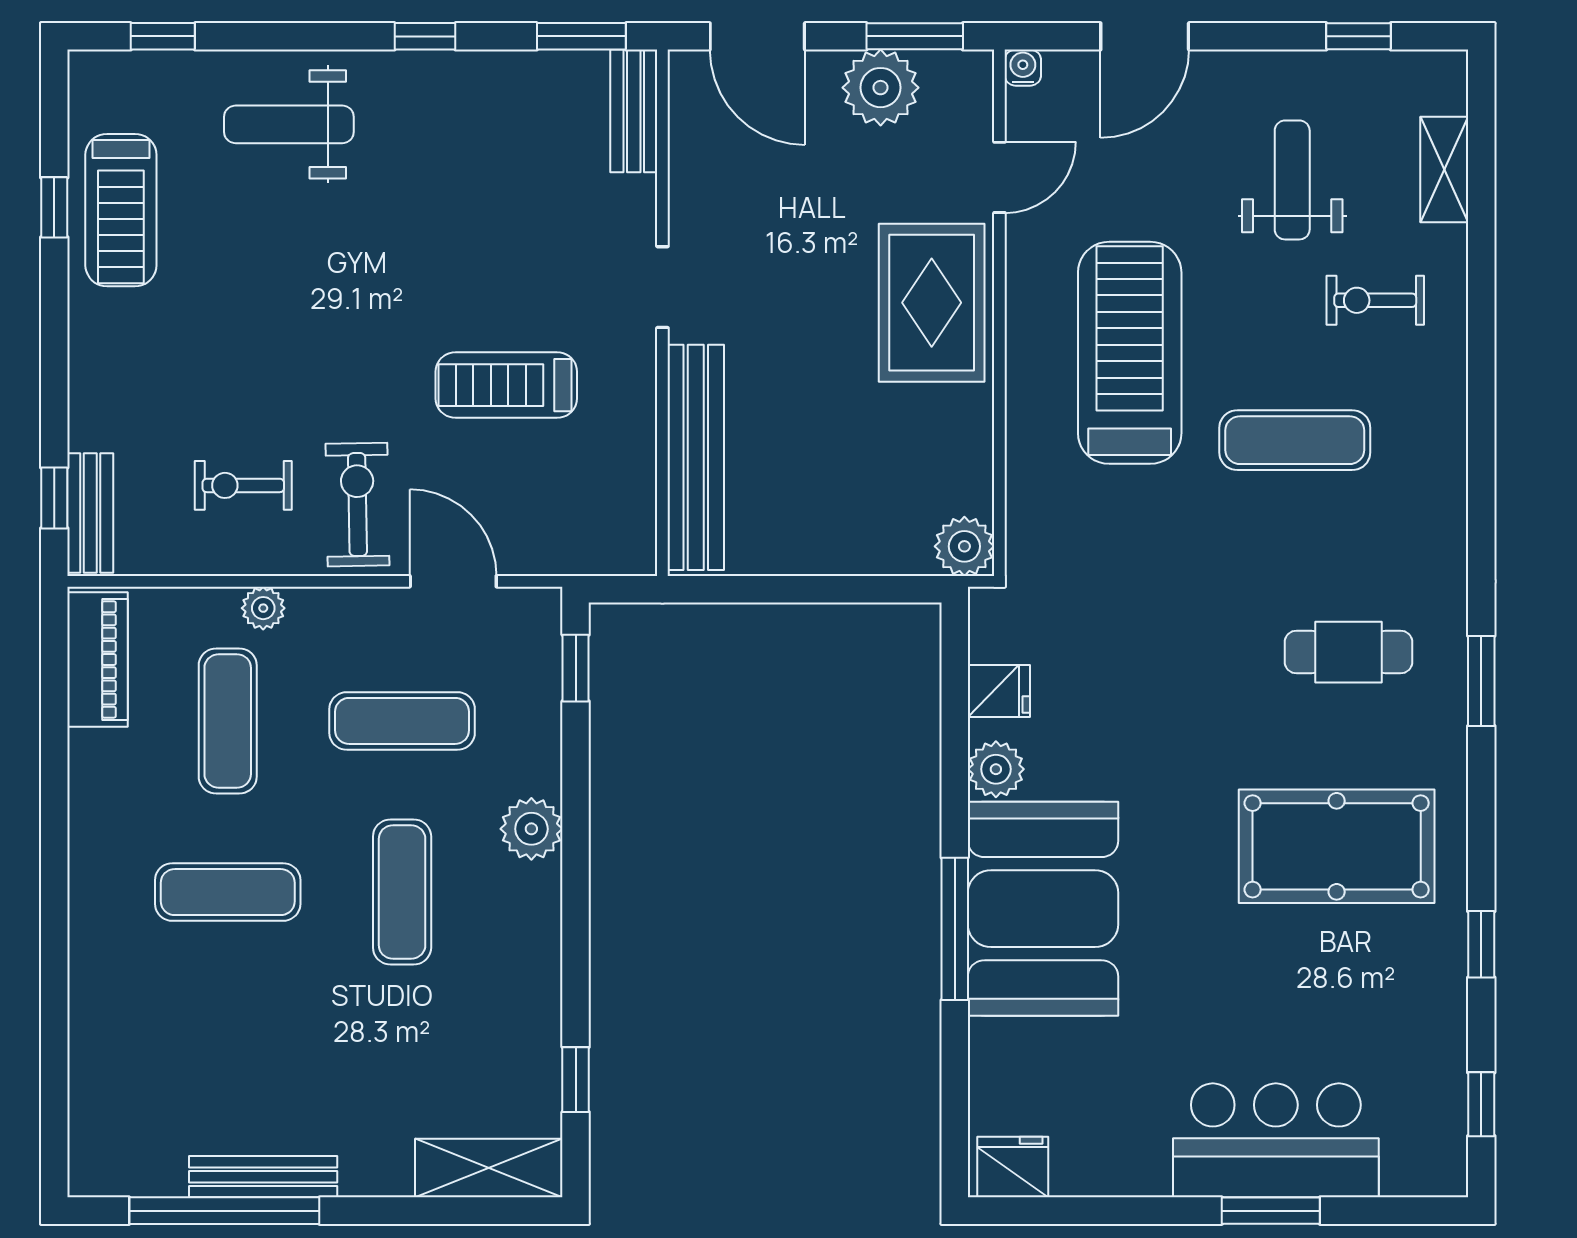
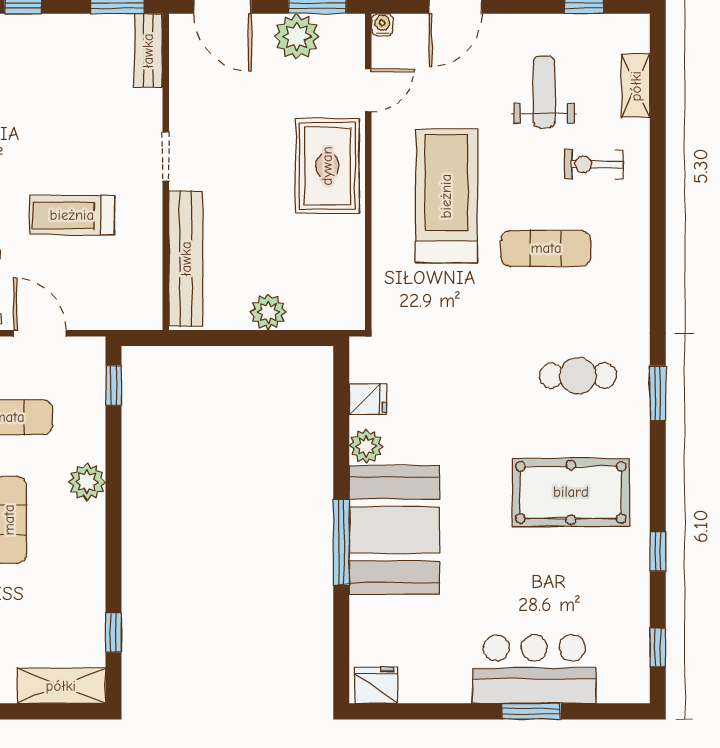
plant: (964, 546) -> (268, 312), moved

